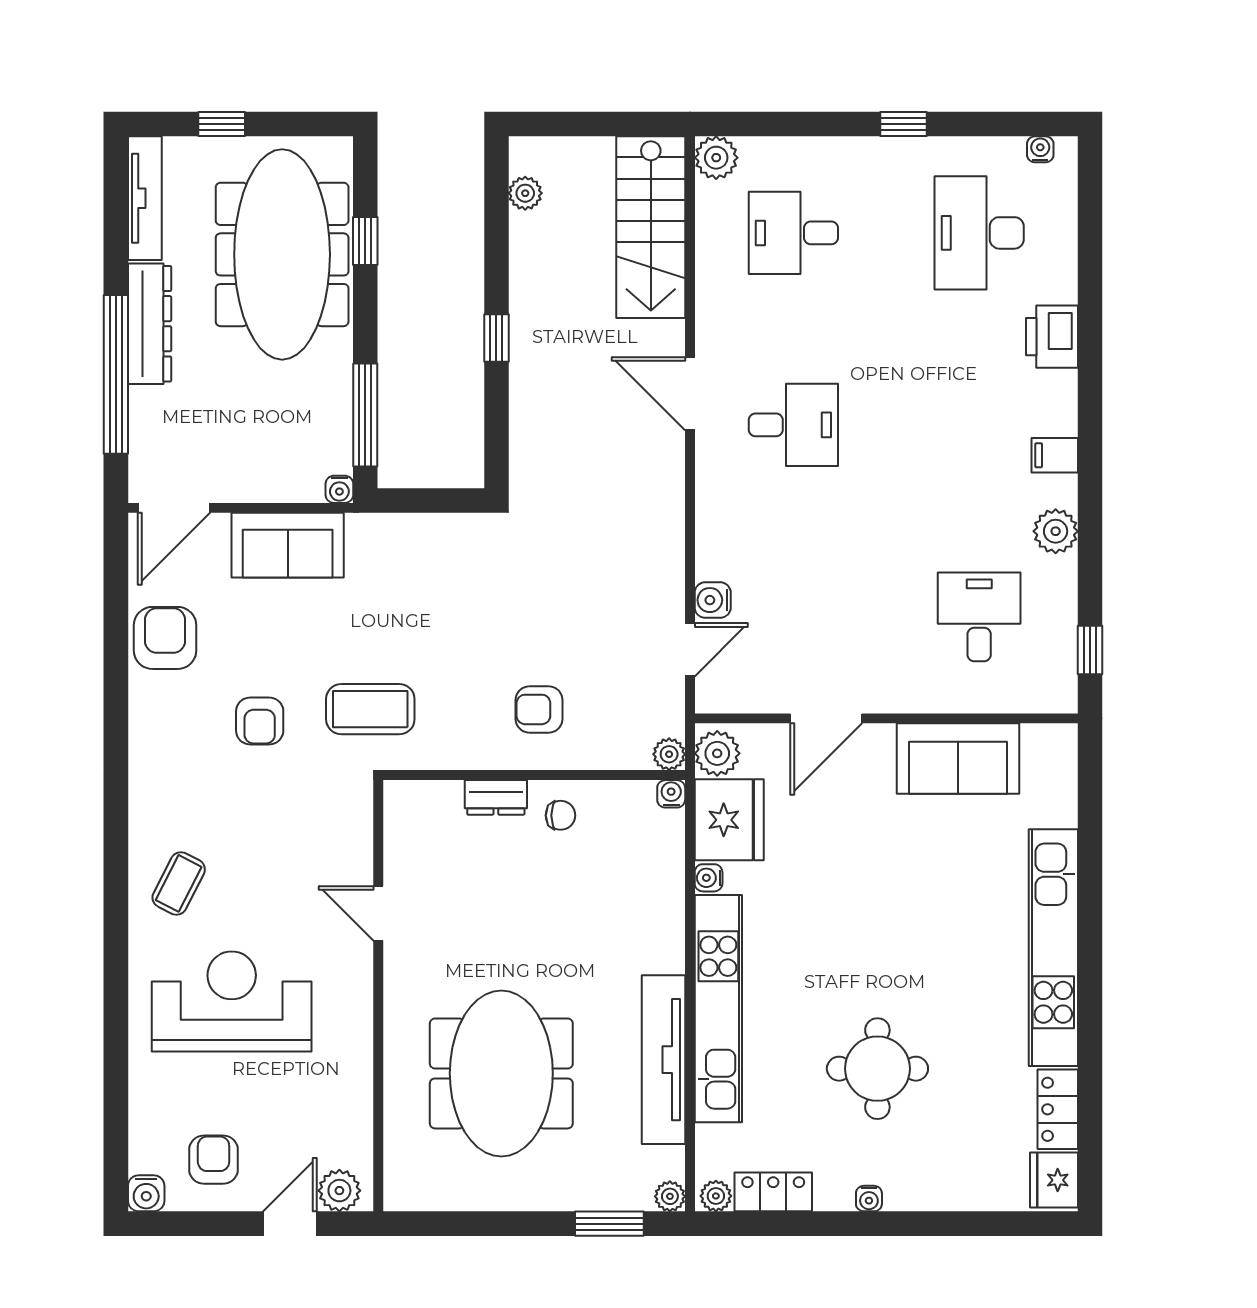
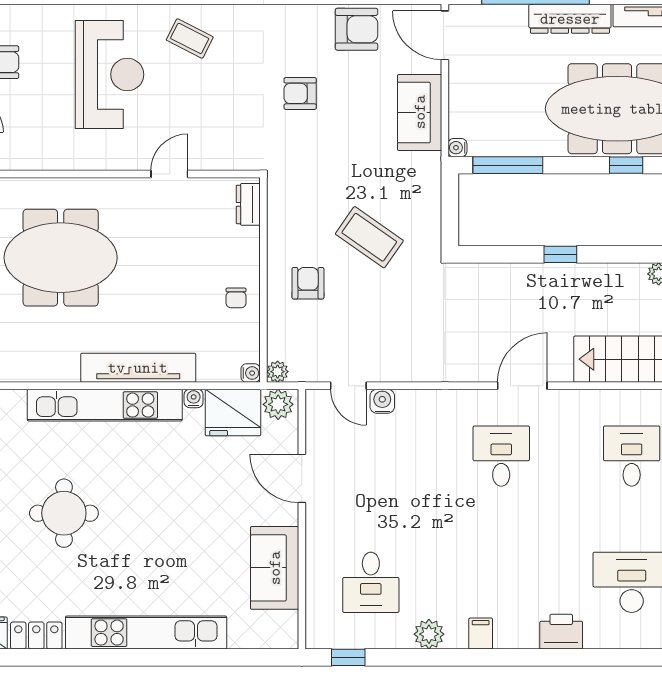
desk: (793, 425) -> (501, 456), turned 180
desk: (979, 617) -> (371, 582), turned 90
coffee table: (370, 709) -> (369, 237), moved, turned -55
dresser: (496, 797) -> (248, 204), moved
tv unit: (663, 1060) -> (138, 368), moved

